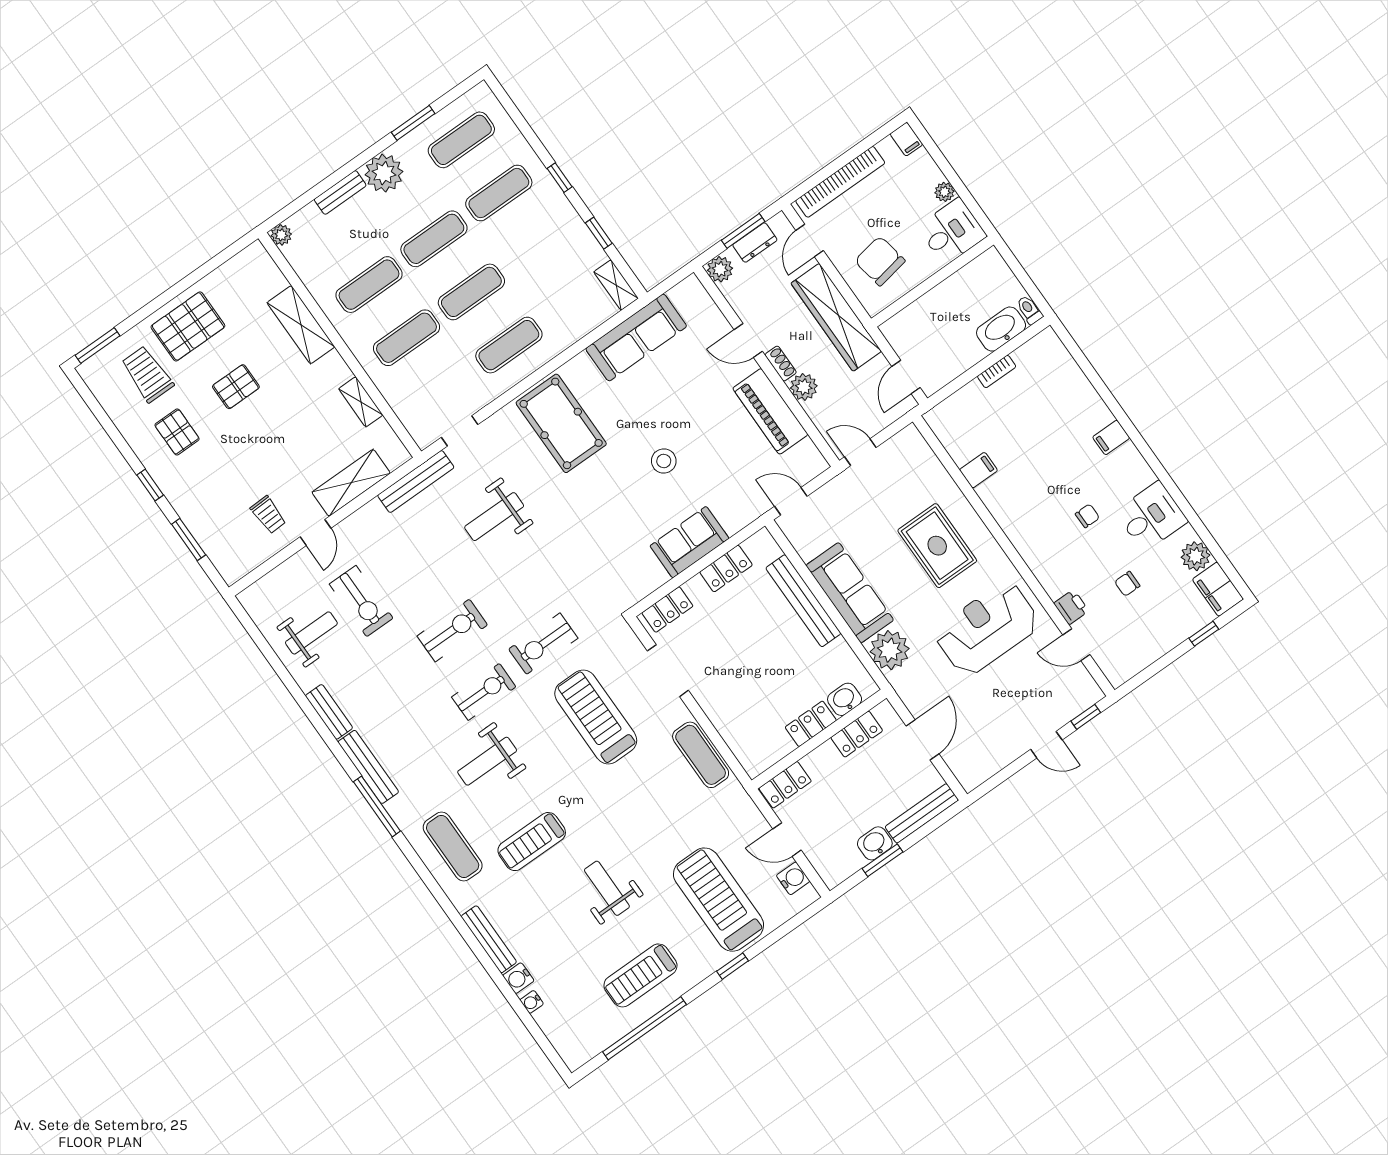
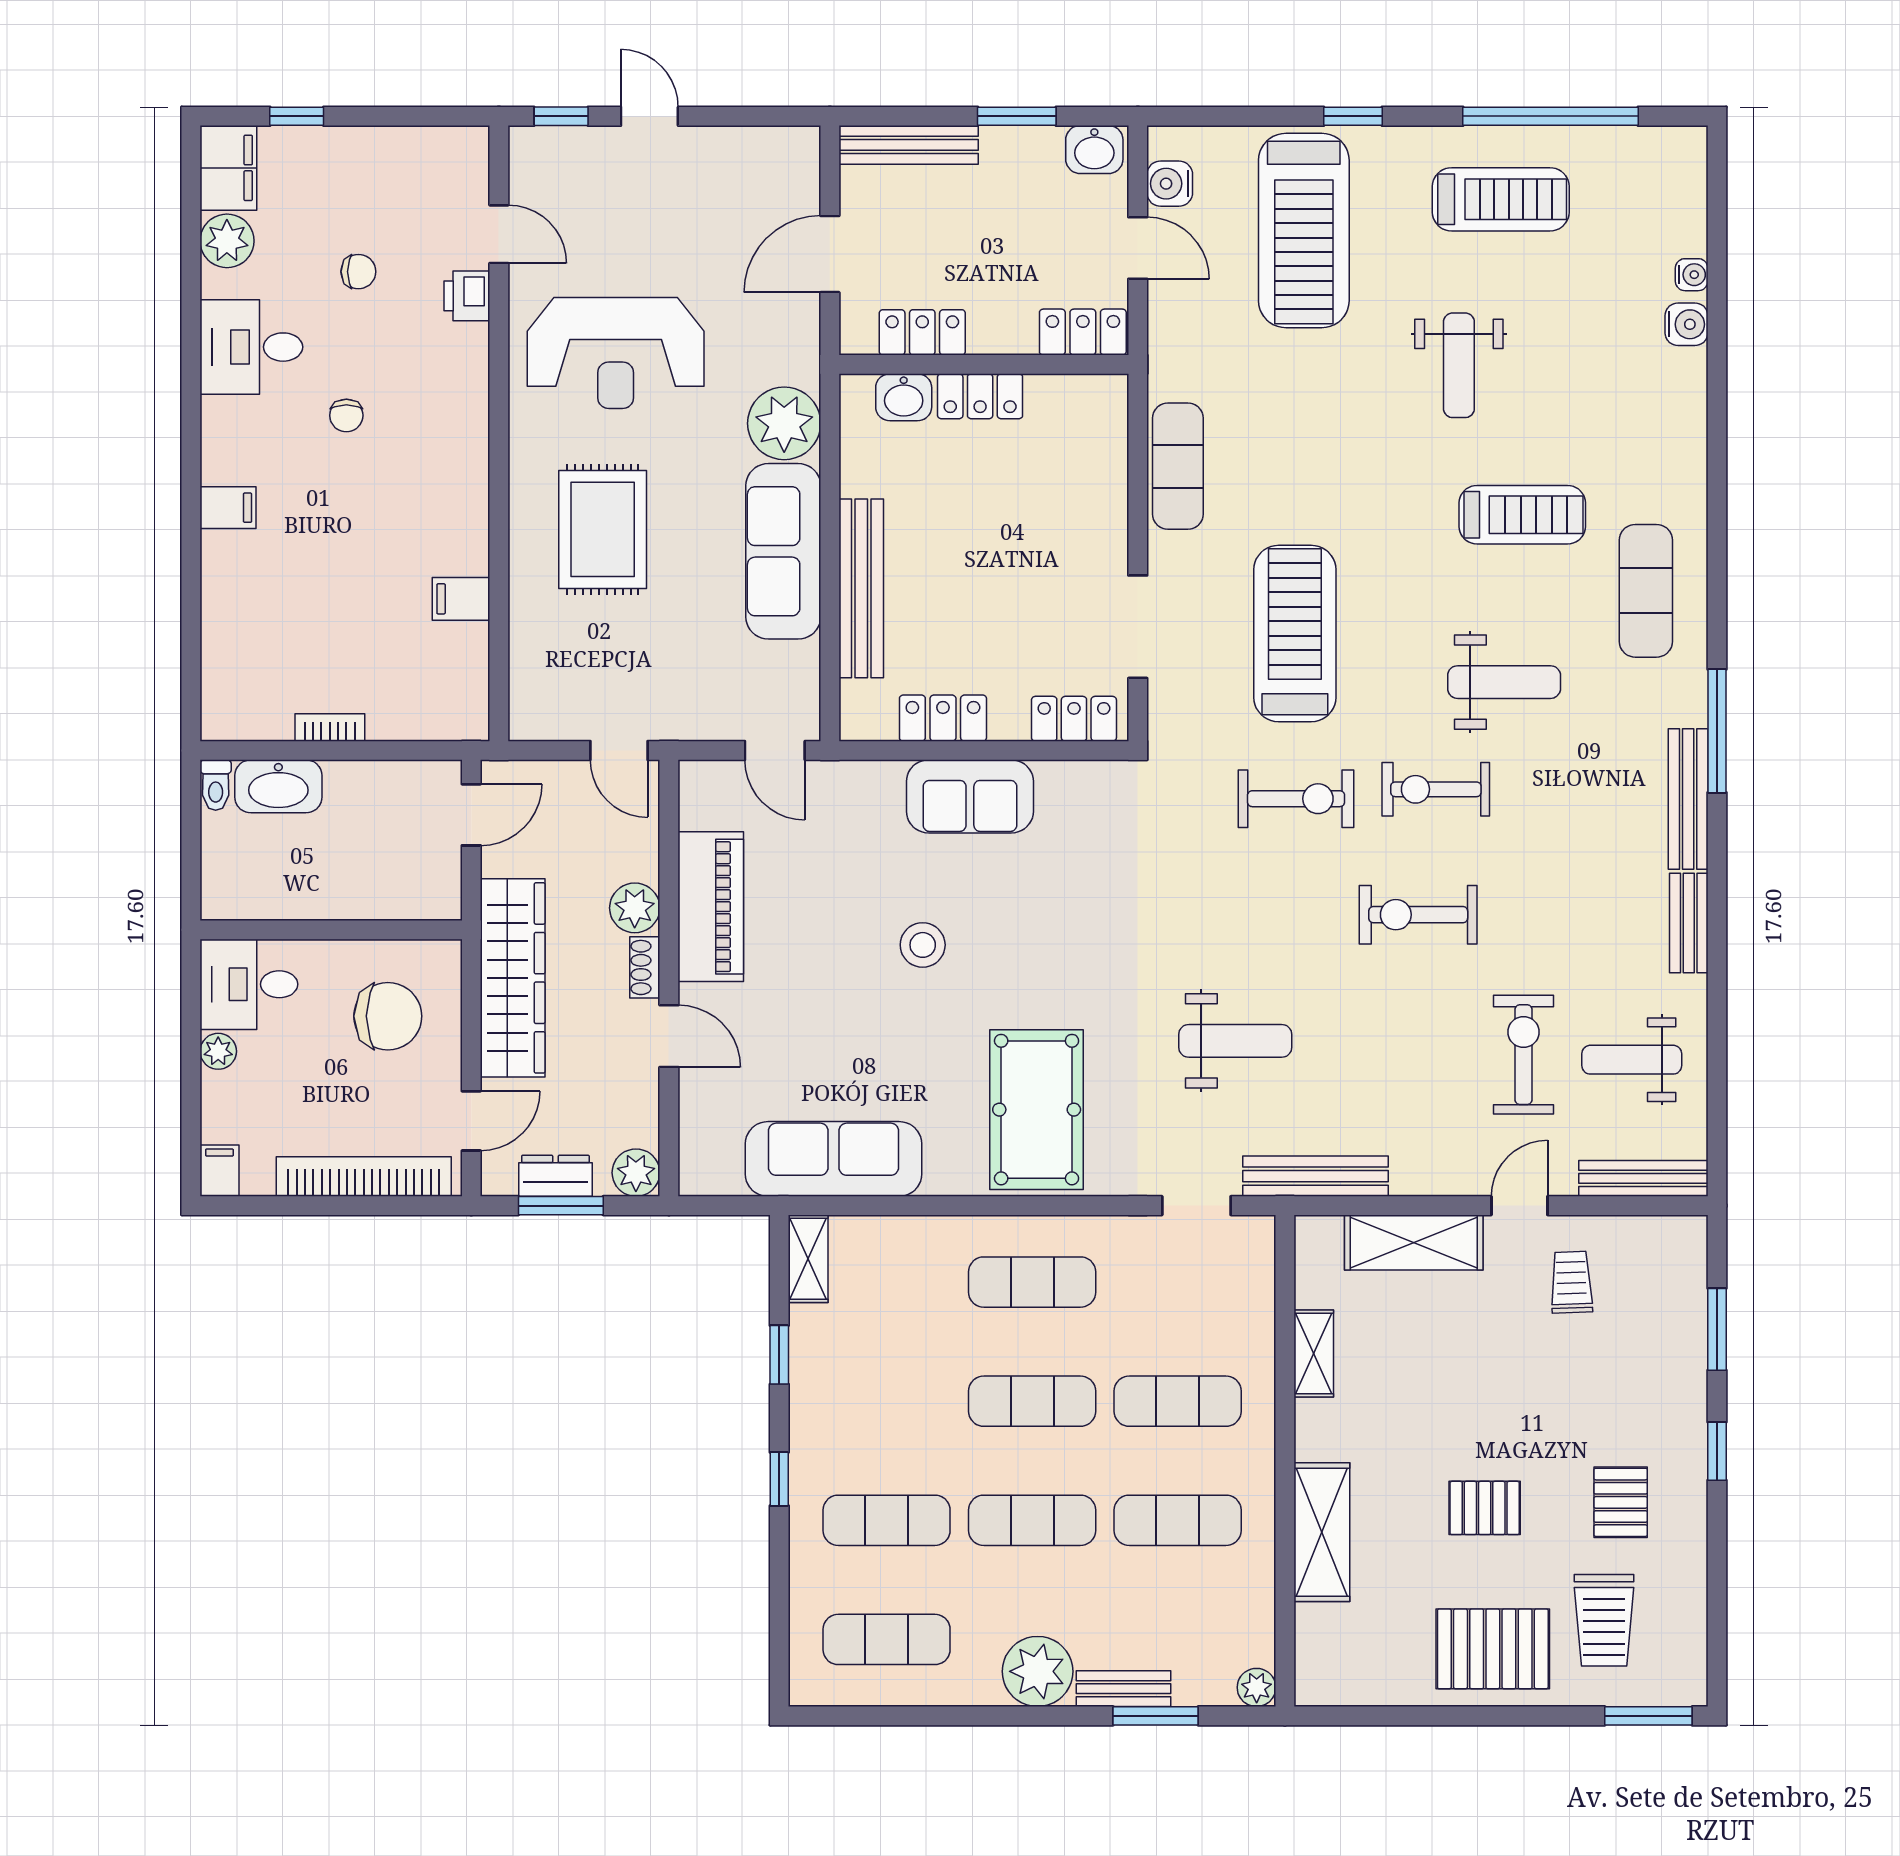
window: (413, 123) -> (1156, 1716), moved
chair: (880, 261) -> (388, 1016), turned -80
chair: (1087, 516) -> (346, 415), turned -90
treadmill: (596, 717) -> (1295, 634), turned 180
washbasin: (875, 843) -> (1094, 150), moved
bench: (489, 939) -> (1643, 1178), moved, turned 90

